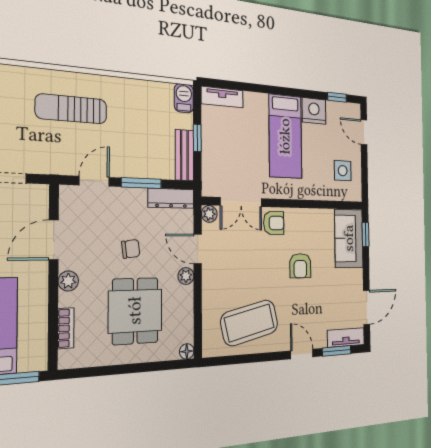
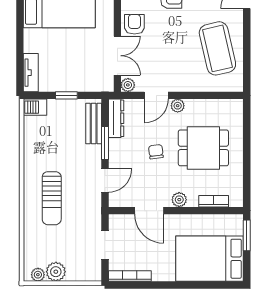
bench: (184, 155) -> (94, 123), moved, turned 90
door: (94, 181) -> (105, 180), swing flipped
floor lamp: (187, 351) -> (237, 105), removed

